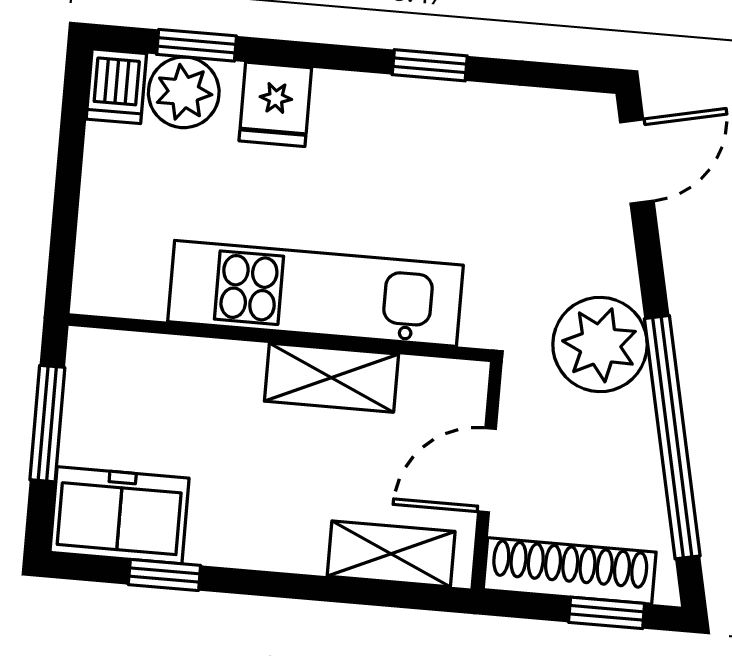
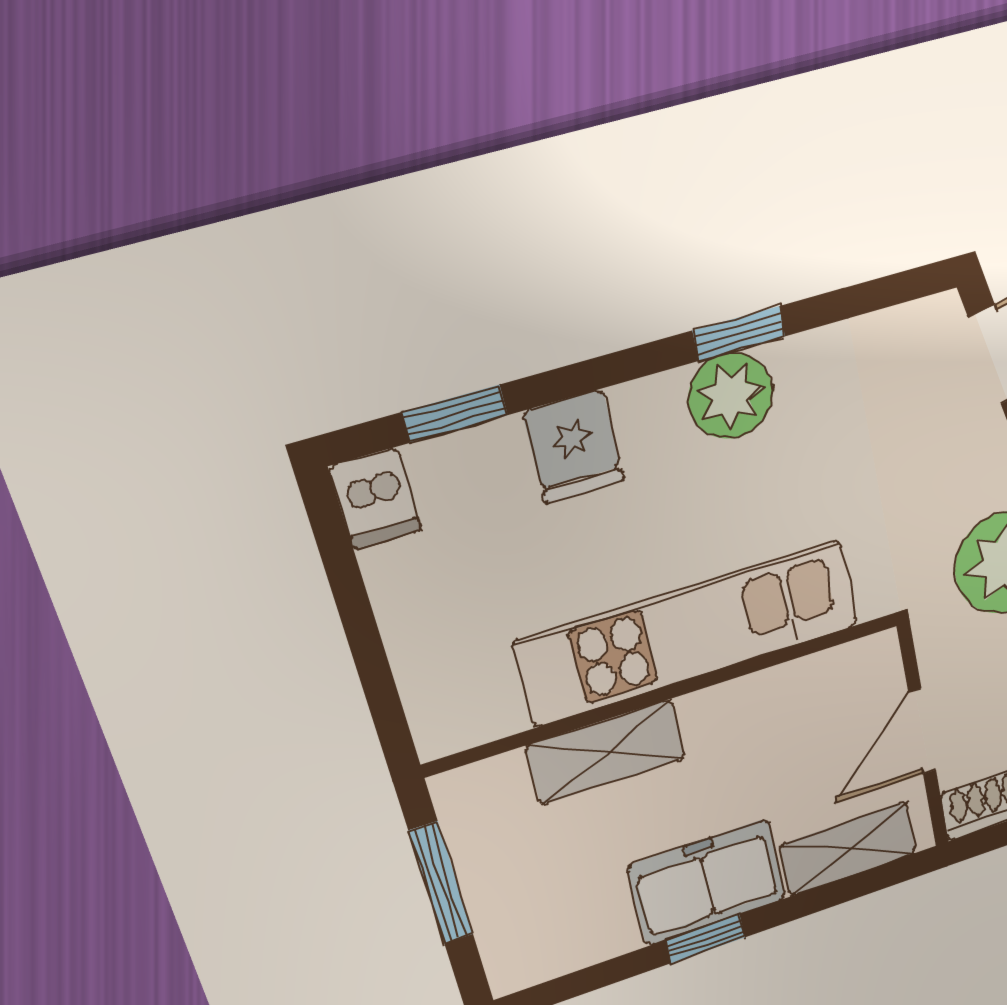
plant: (184, 92) -> (731, 396), moved
shelving: (331, 378) -> (606, 752), moved
freezer: (119, 515) -> (707, 882), moved
window: (164, 575) -> (705, 939), moved

